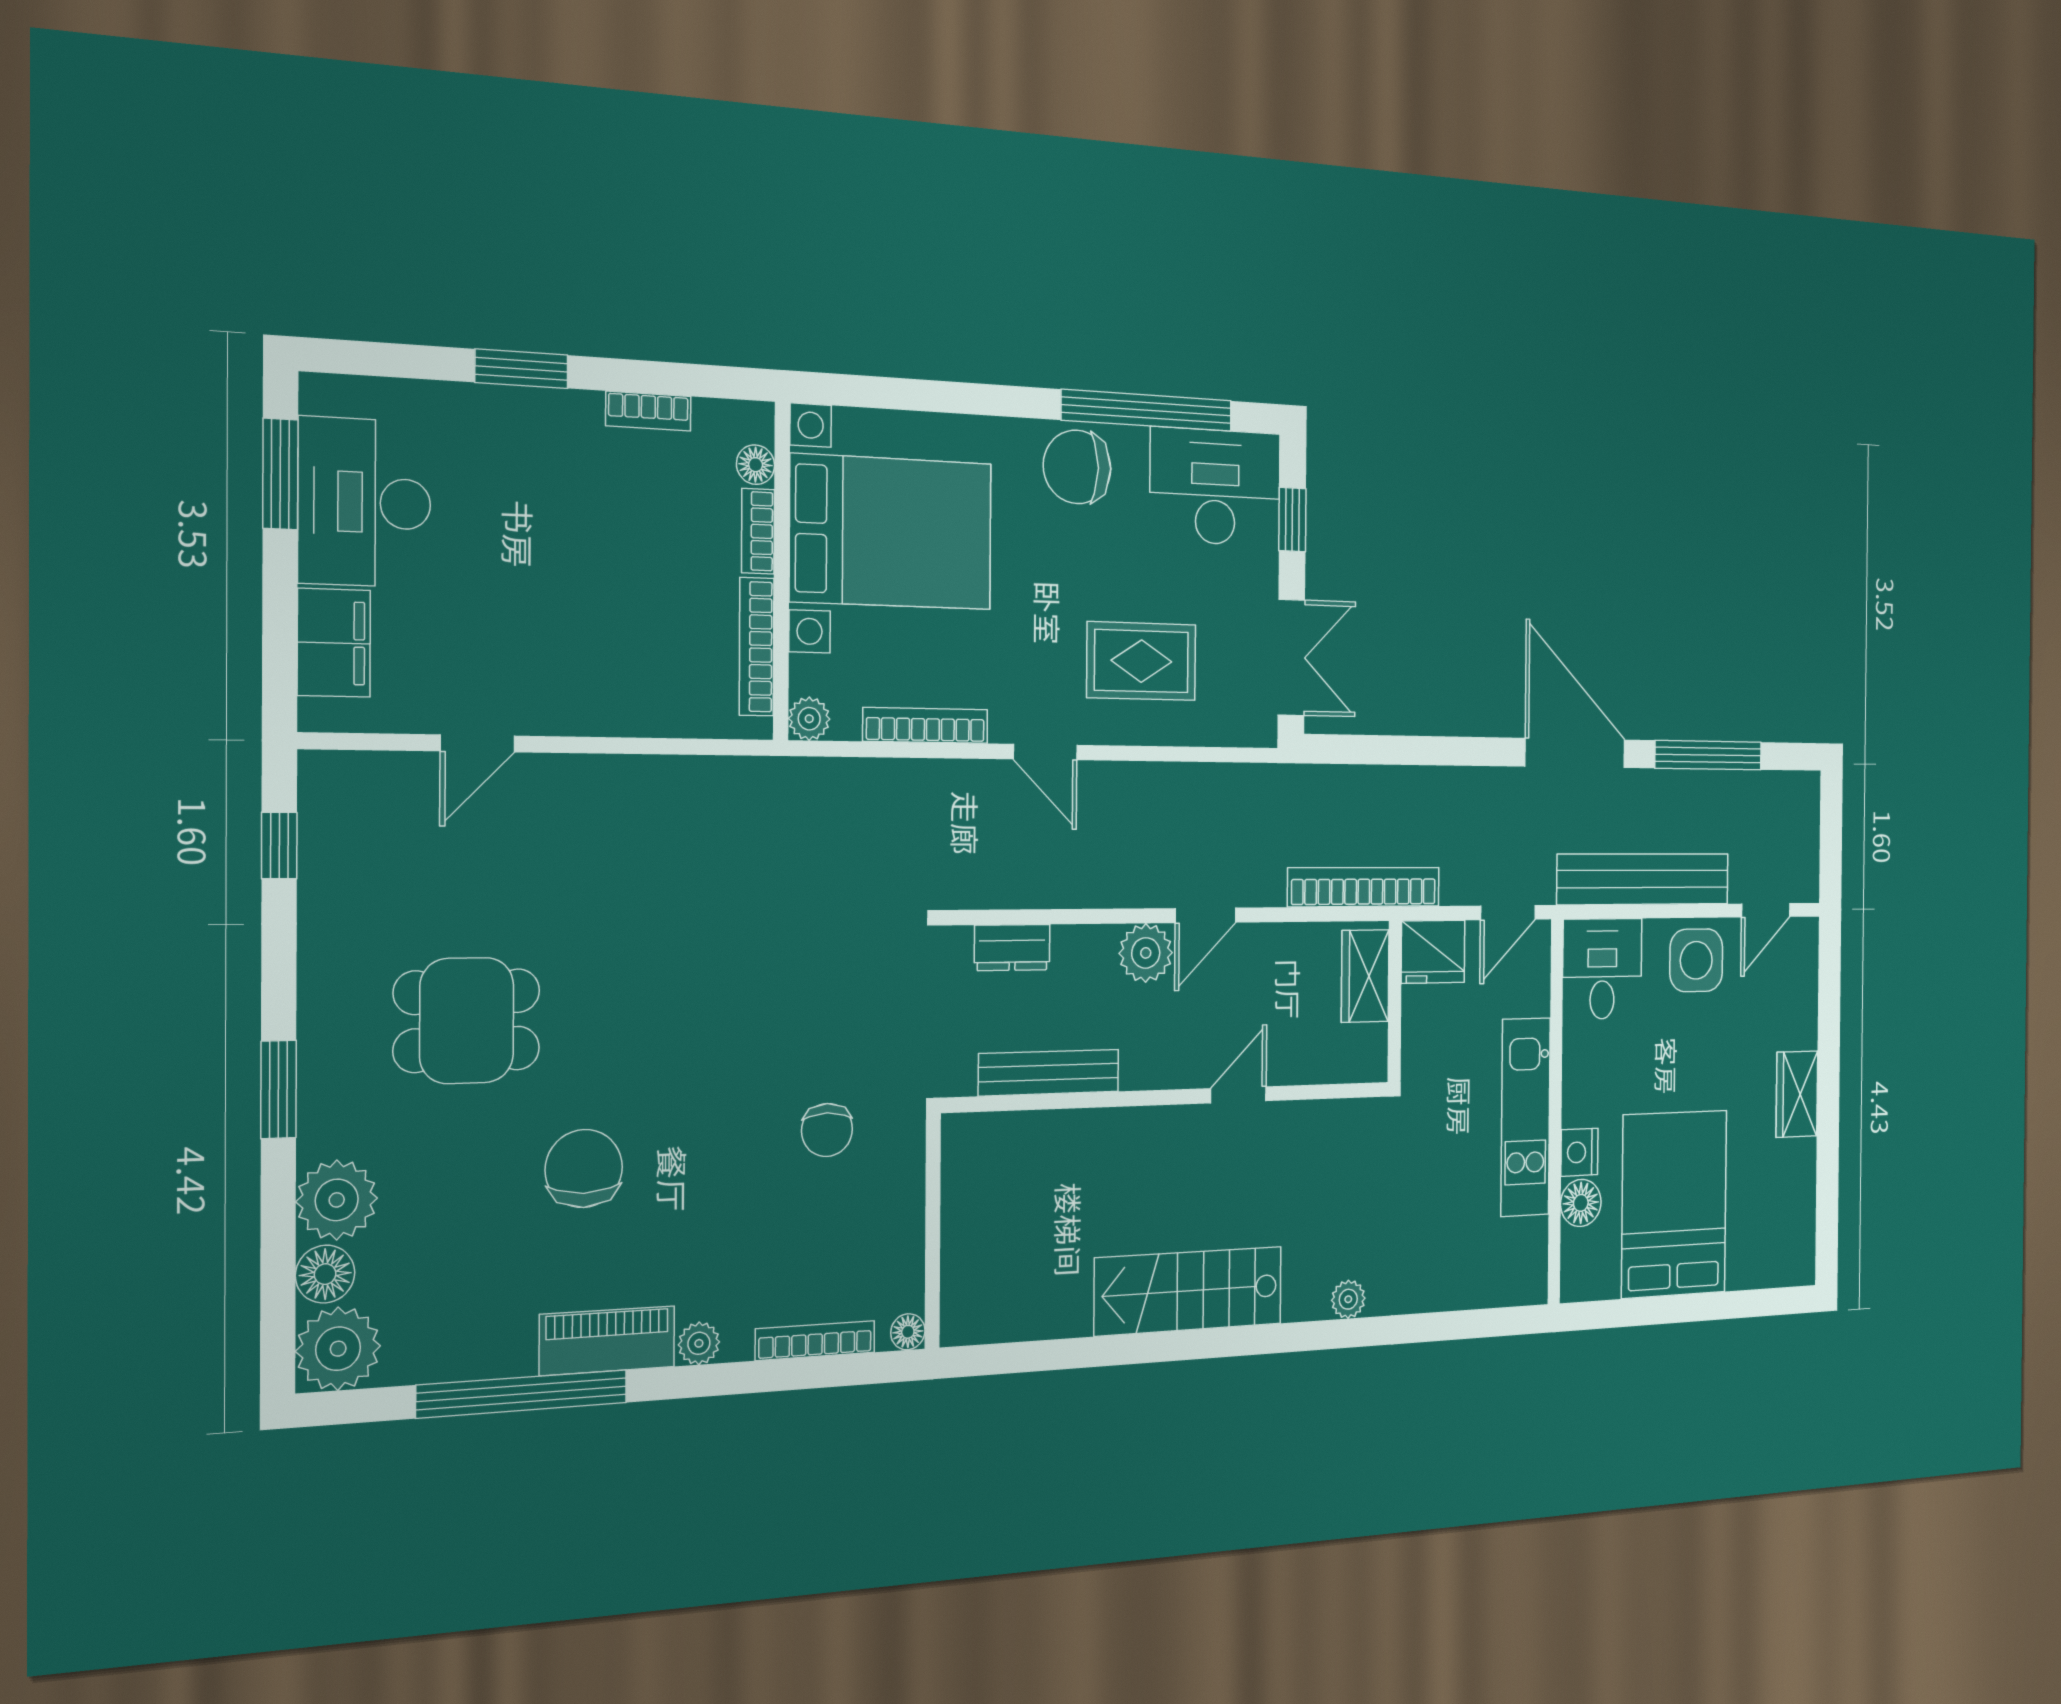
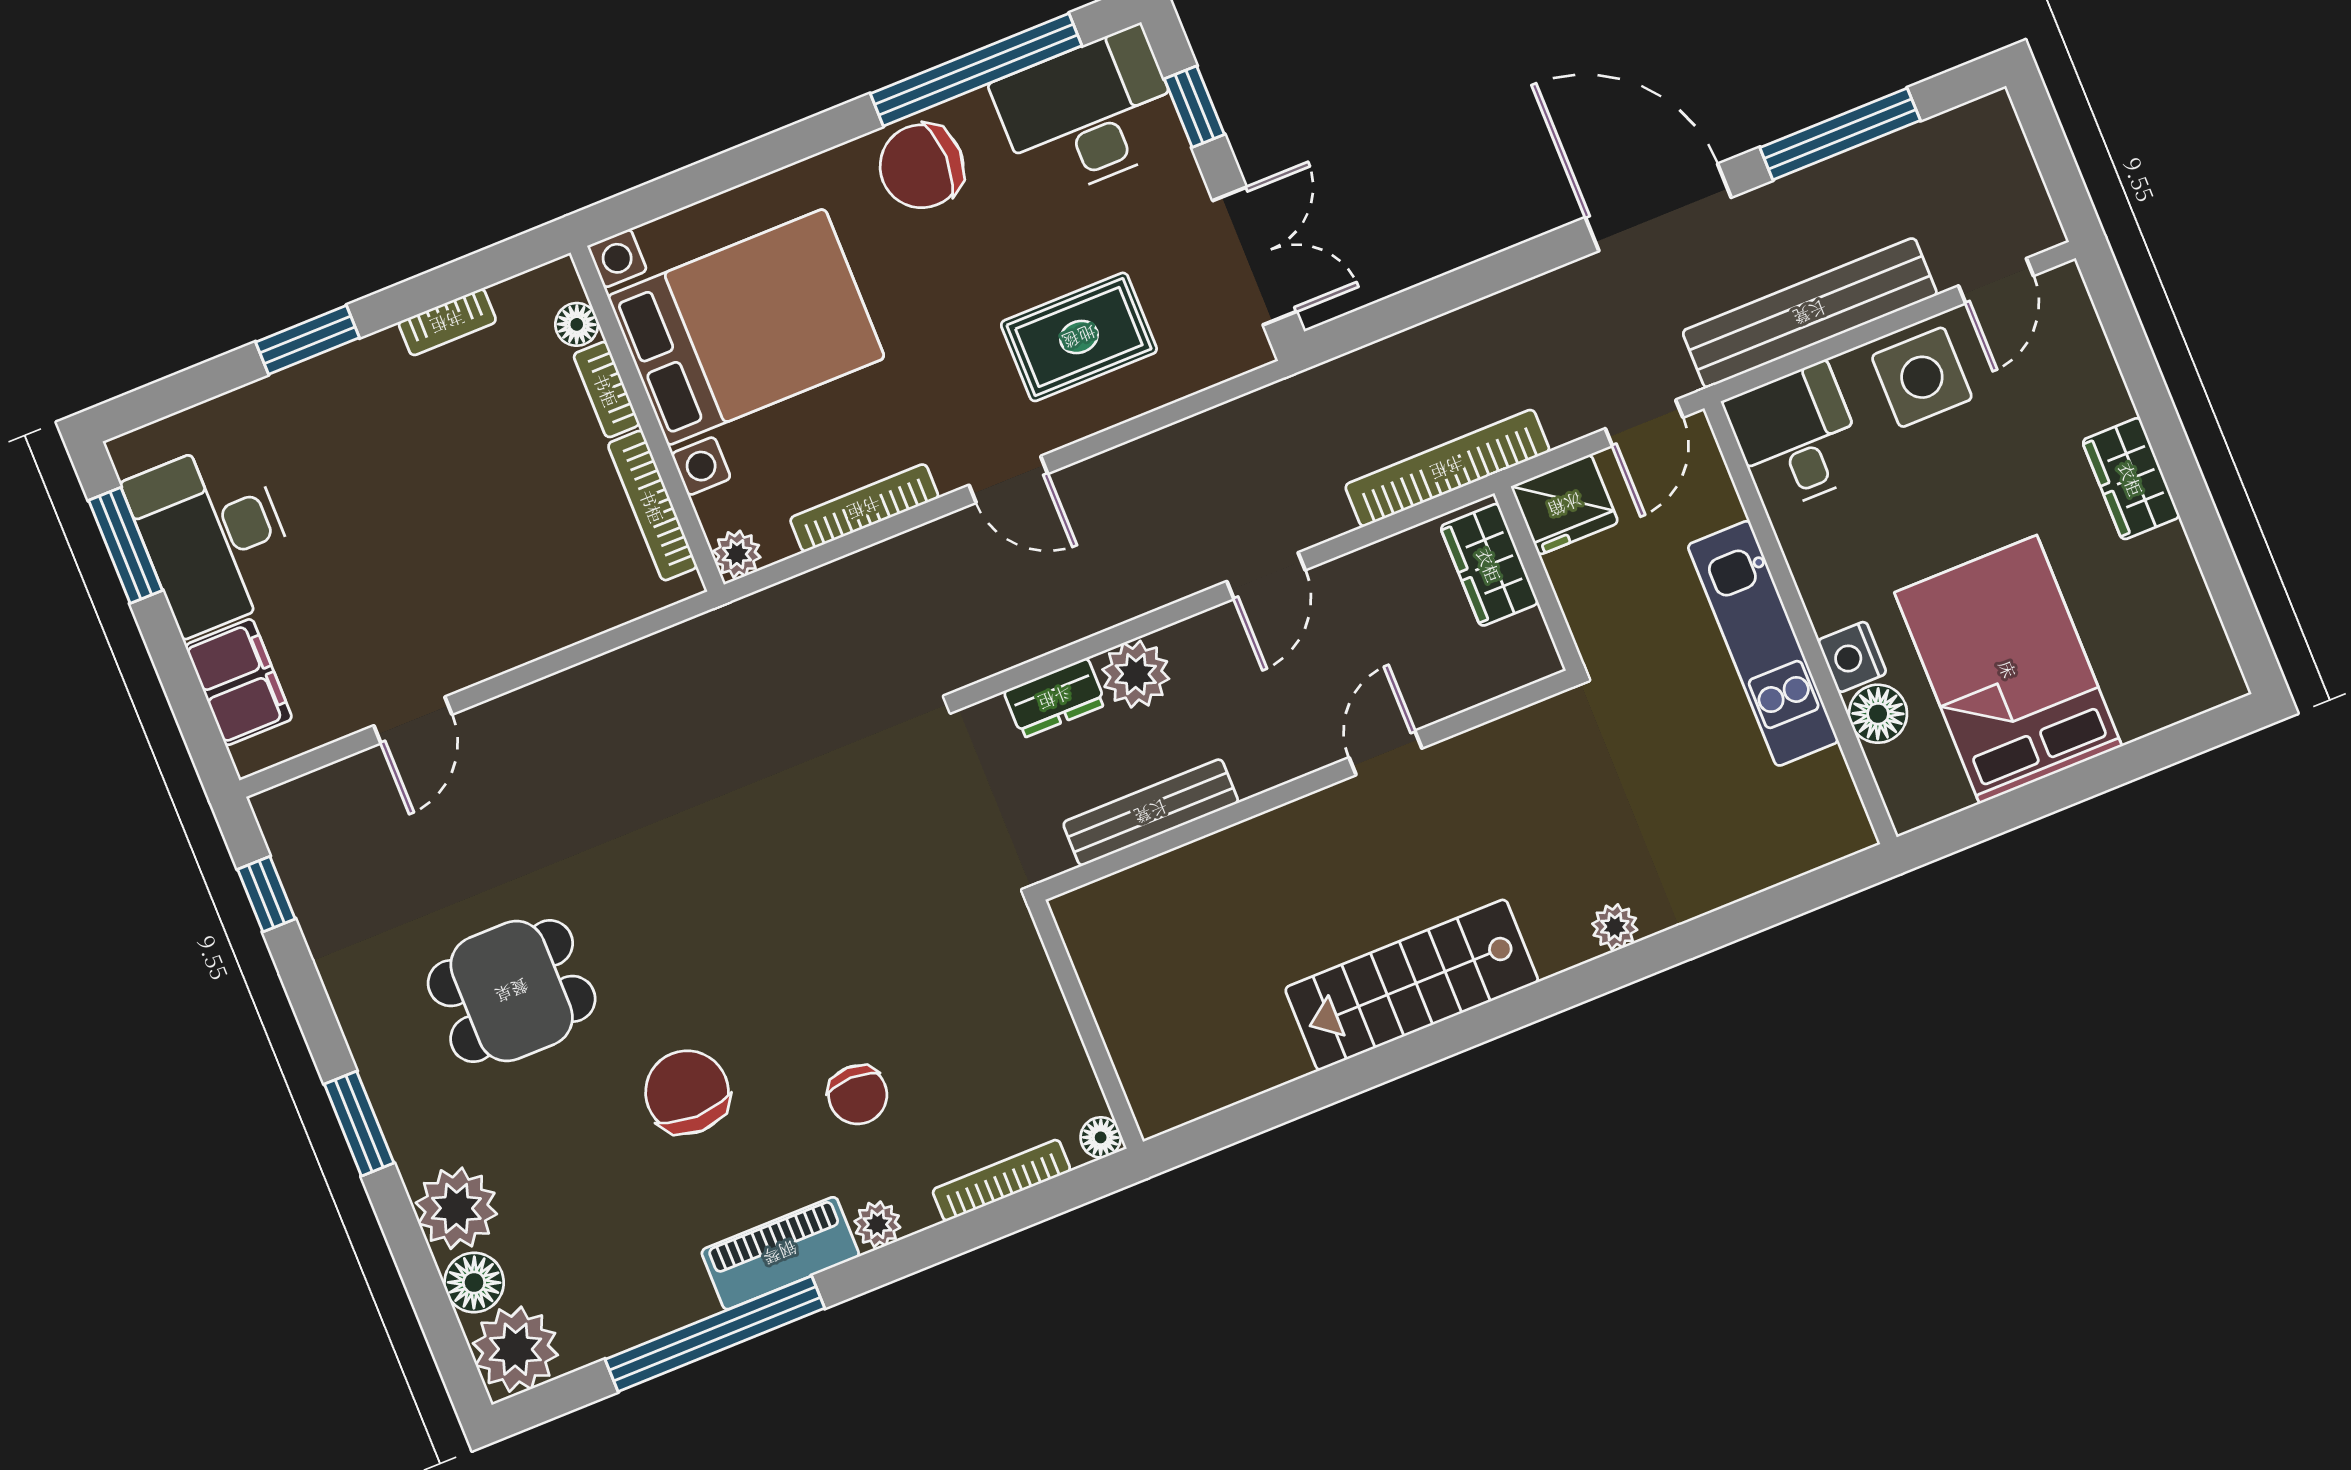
plant: (1146, 953) -> (1136, 674), moved
chair: (827, 1130) -> (858, 1095), moved

